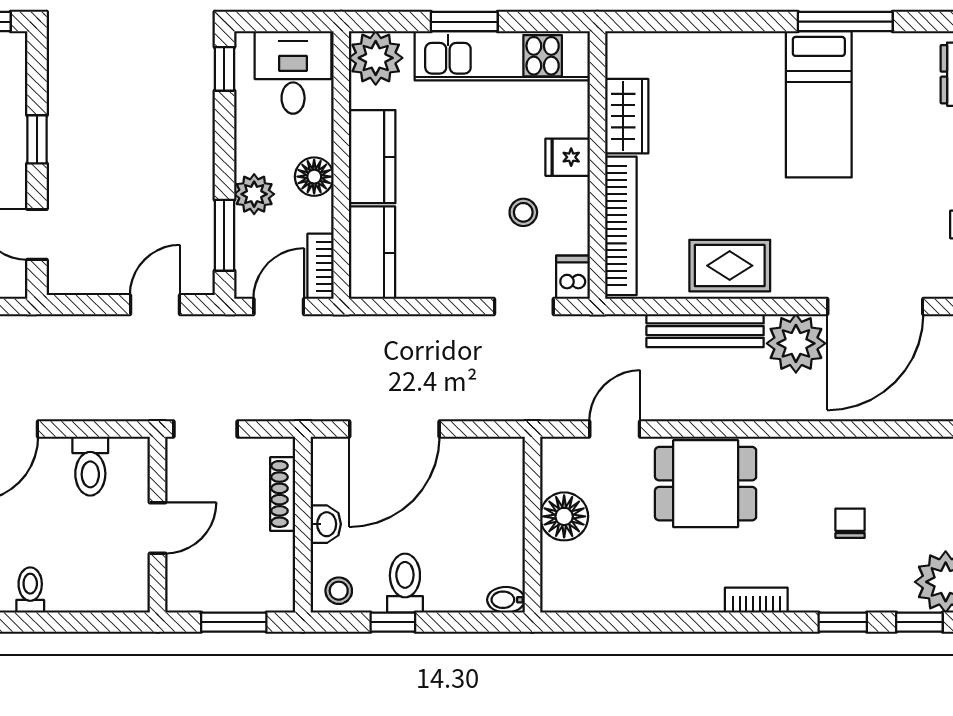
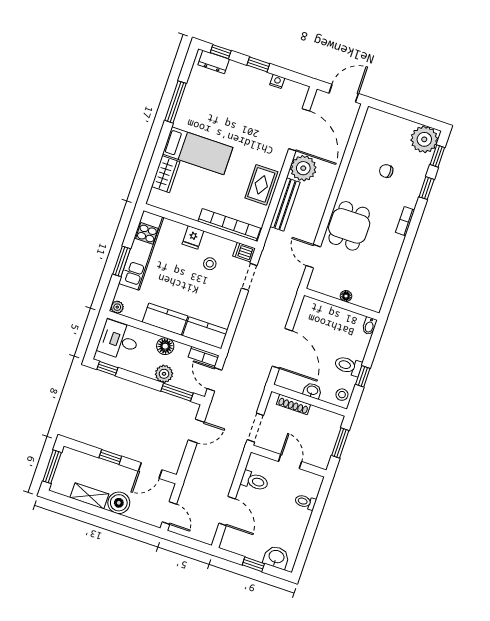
plant: (376, 58) -> (117, 307), width x0.53, depth x0.53
bed: (819, 104) -> (198, 151), moved
wardrobe: (627, 116) -> (166, 174), moved, turned 90
door: (155, 305) -> (196, 431), swing flipped
floor lamp: (564, 516) -> (346, 296), width x0.53, depth x0.53
toilet: (30, 590) -> (305, 502), moved

